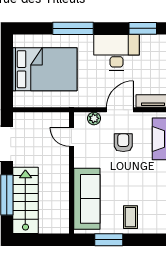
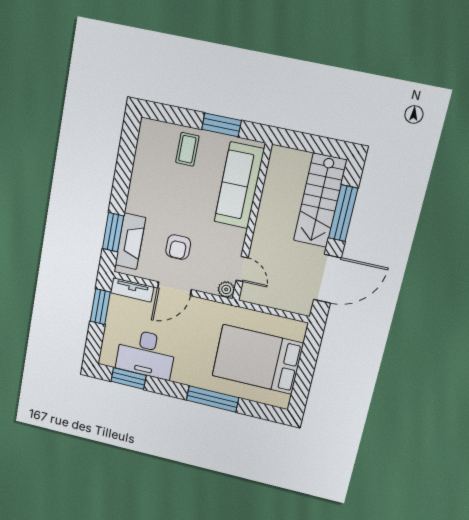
desk: (117, 52) -> (146, 354), moved
plant: (94, 118) -> (226, 289), moved

